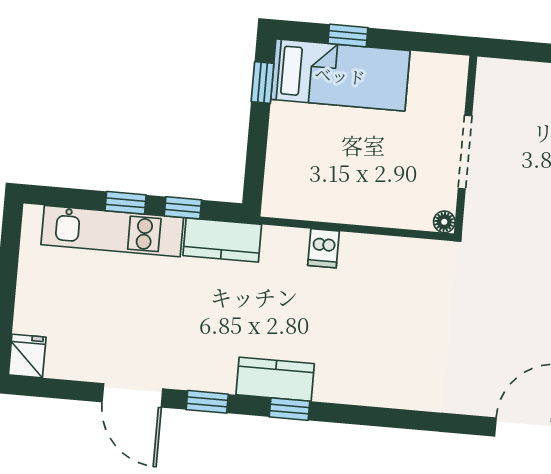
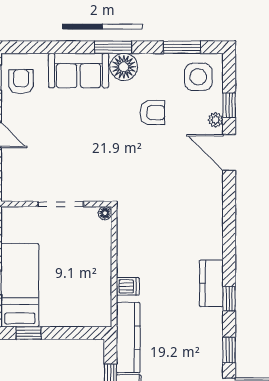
kitchen counter: (222, 240) -> (128, 338), width x1.50
kitchen counter: (275, 379) -> (211, 283), moved

